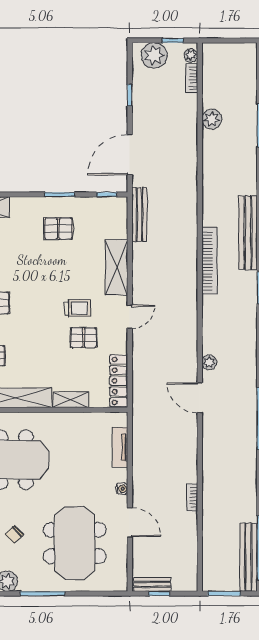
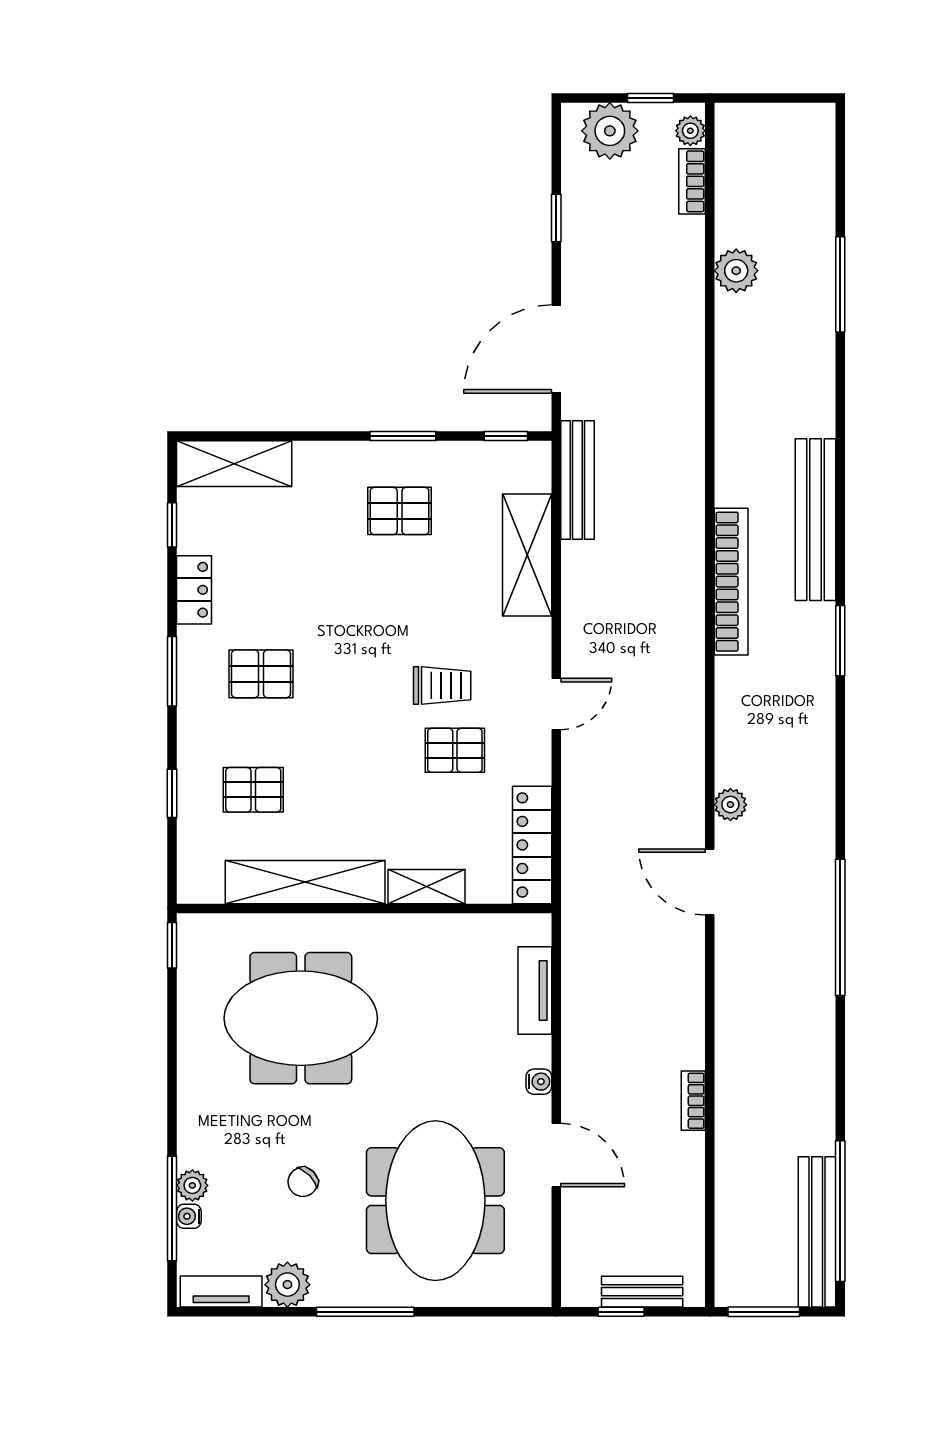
shelving: (116, 267) -> (527, 555), moved
bench: (152, 584) -> (642, 1292), moved

